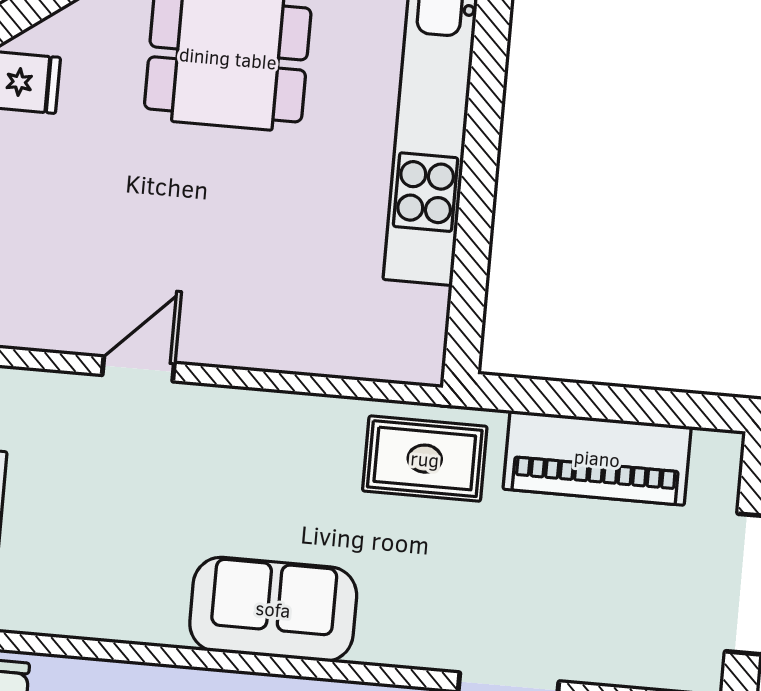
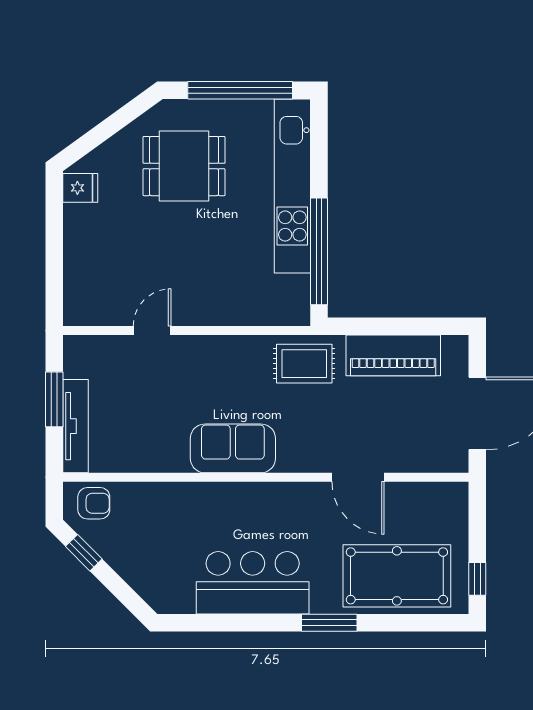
window: (472, 245) -> (319, 251), added

